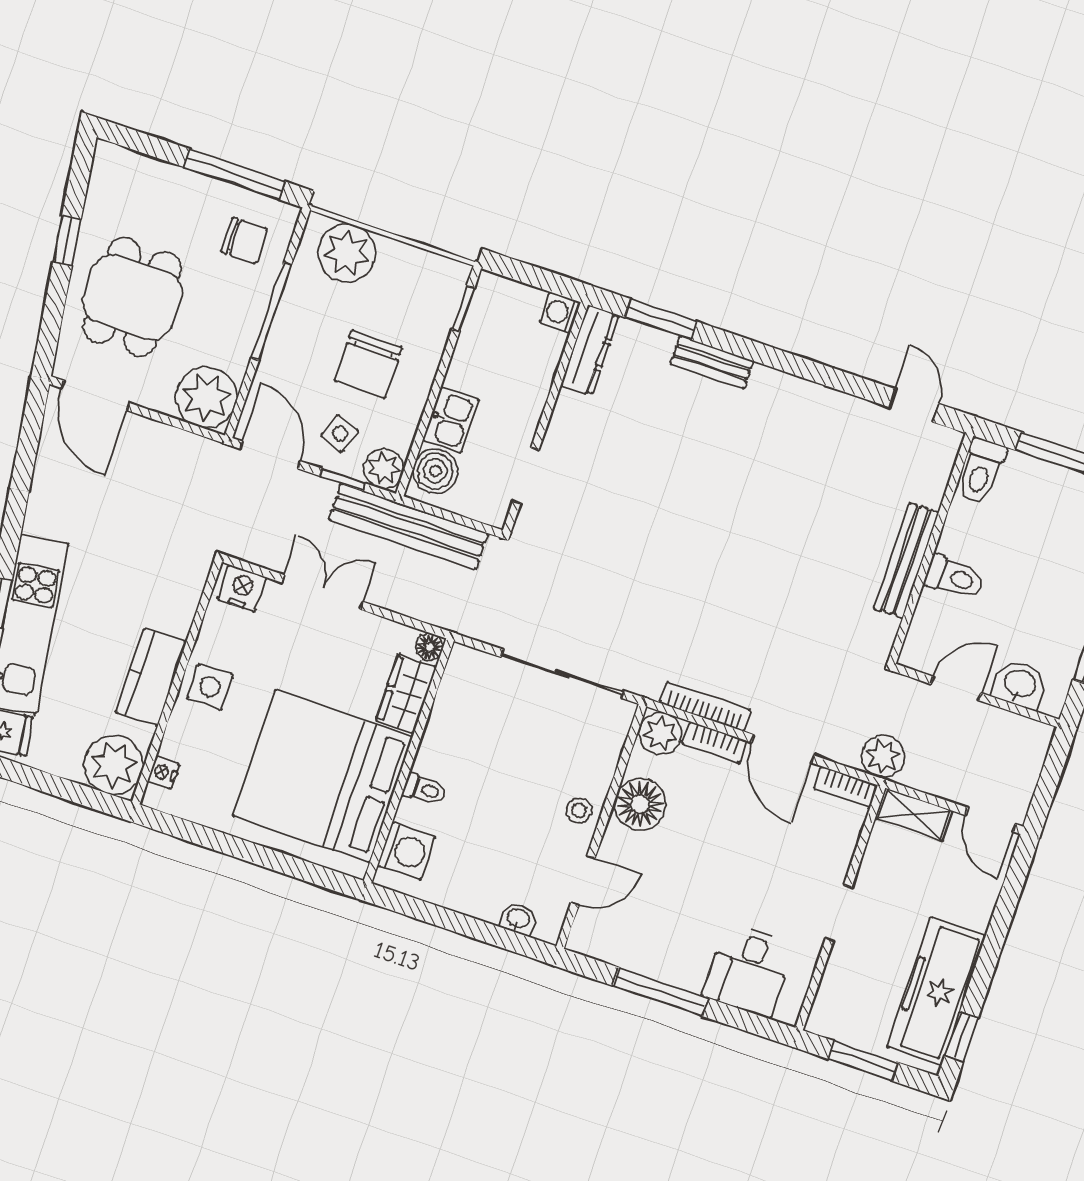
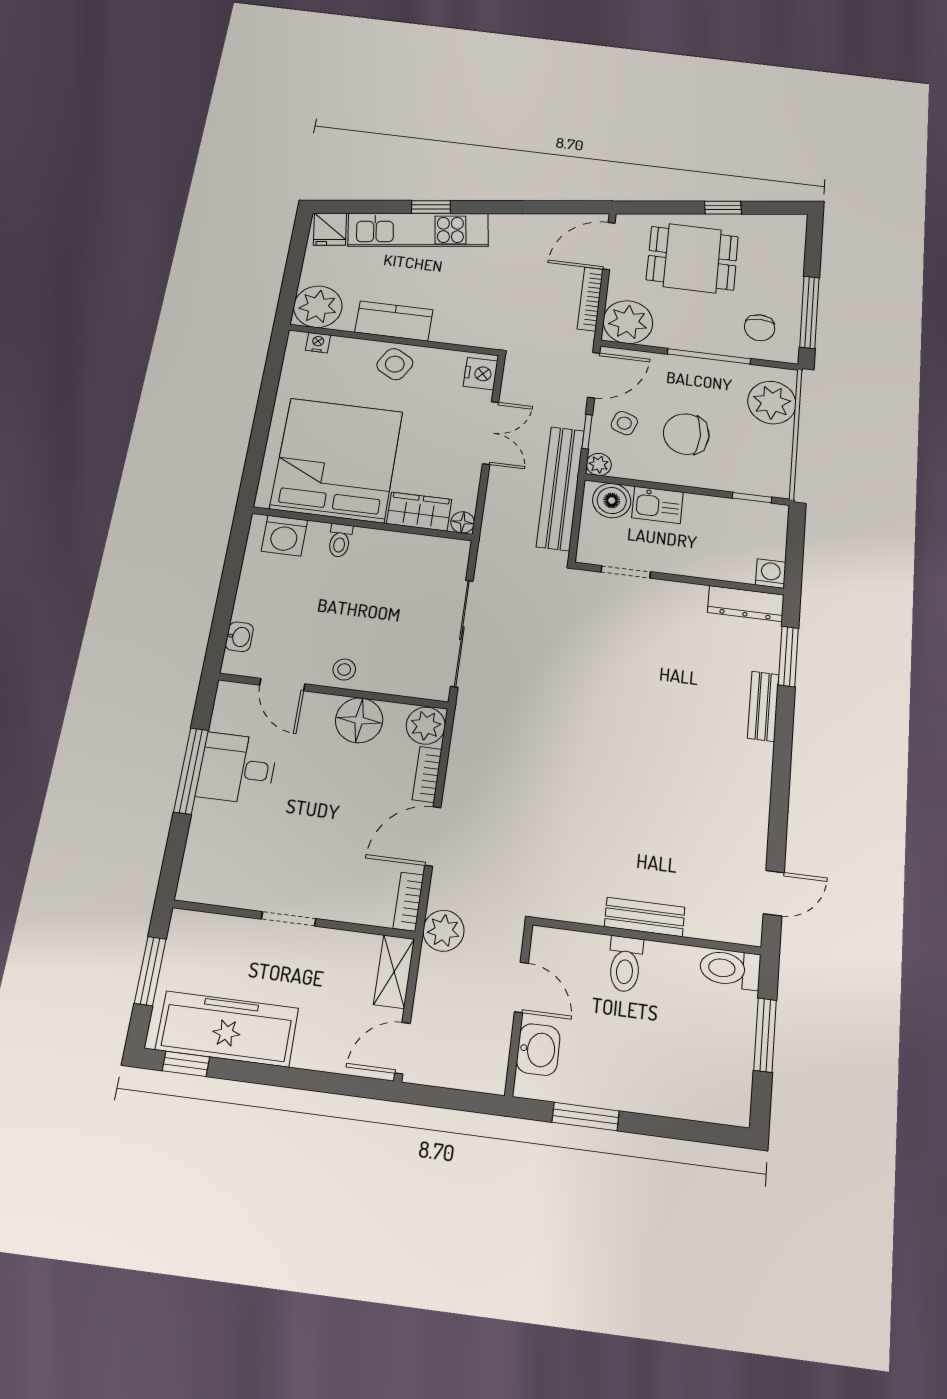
plant: (384, 468) -> (599, 464), width x0.73, depth x0.73
bench: (906, 560) -> (645, 917), width x0.73
side table: (210, 687) -> (395, 364), turned 30
bookcase: (705, 707) -> (590, 299), moved, turned 180
desk: (748, 970) -> (237, 768), moved

